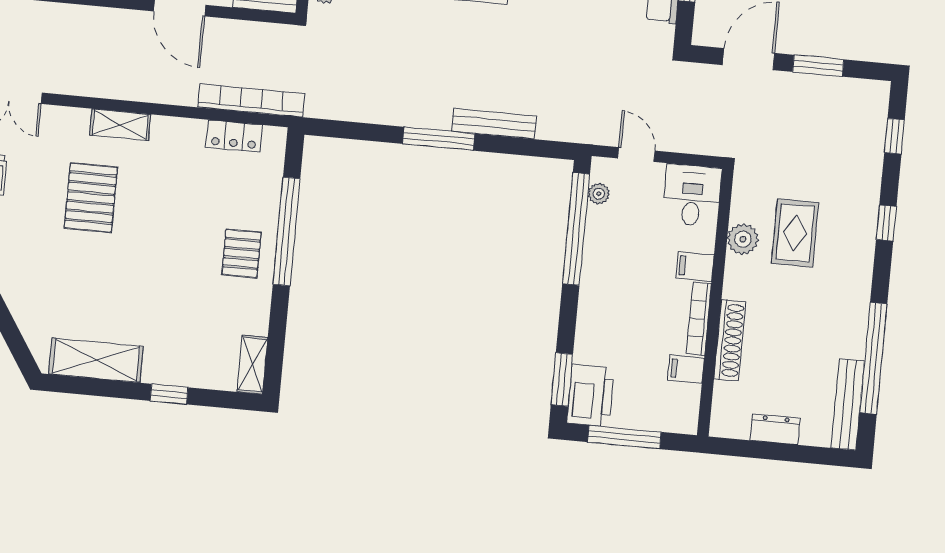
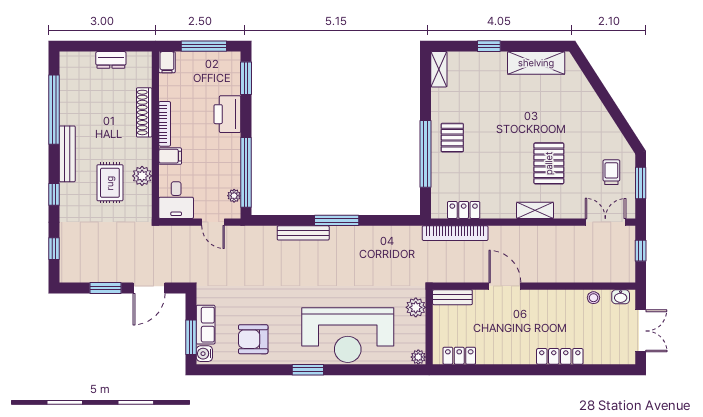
filing cabinet: (686, 369) -> (167, 62), moved, turned 90
printer: (590, 395) -> (227, 114), moved
bench: (848, 404) -> (67, 154), moved

